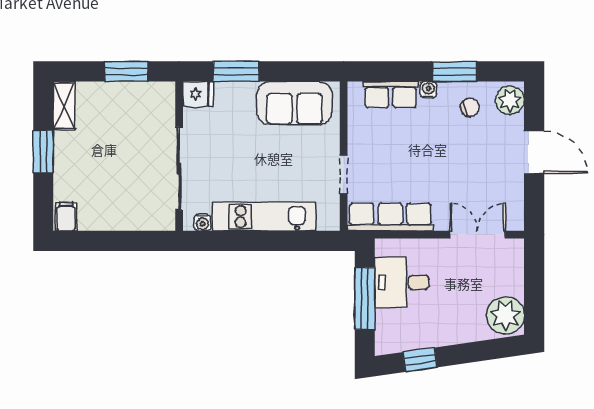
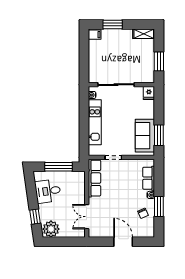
window: (236, 71) -> (159, 135), moved
plant: (510, 100) -> (146, 231), removed
window: (43, 152) -> (113, 25), moved
door: (534, 152) -> (123, 242), swing flipped
double door: (478, 235) -> (87, 217), swing flipped
desk: (402, 282) -> (48, 191), moved, turned -98
window: (420, 360) -> (35, 217), moved

